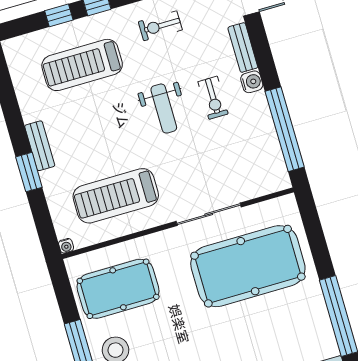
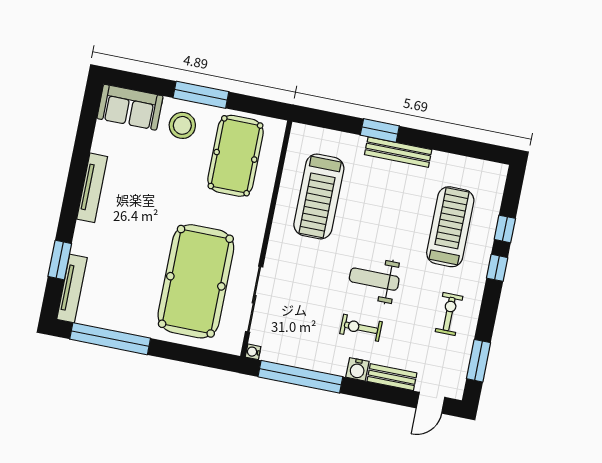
bench: (40, 146) -> (398, 152), width x1.36
treadmill: (116, 196) -> (319, 196), turned 180
sliding door: (209, 214) -> (254, 299), moved
water cooler: (66, 246) -> (253, 352), moved

